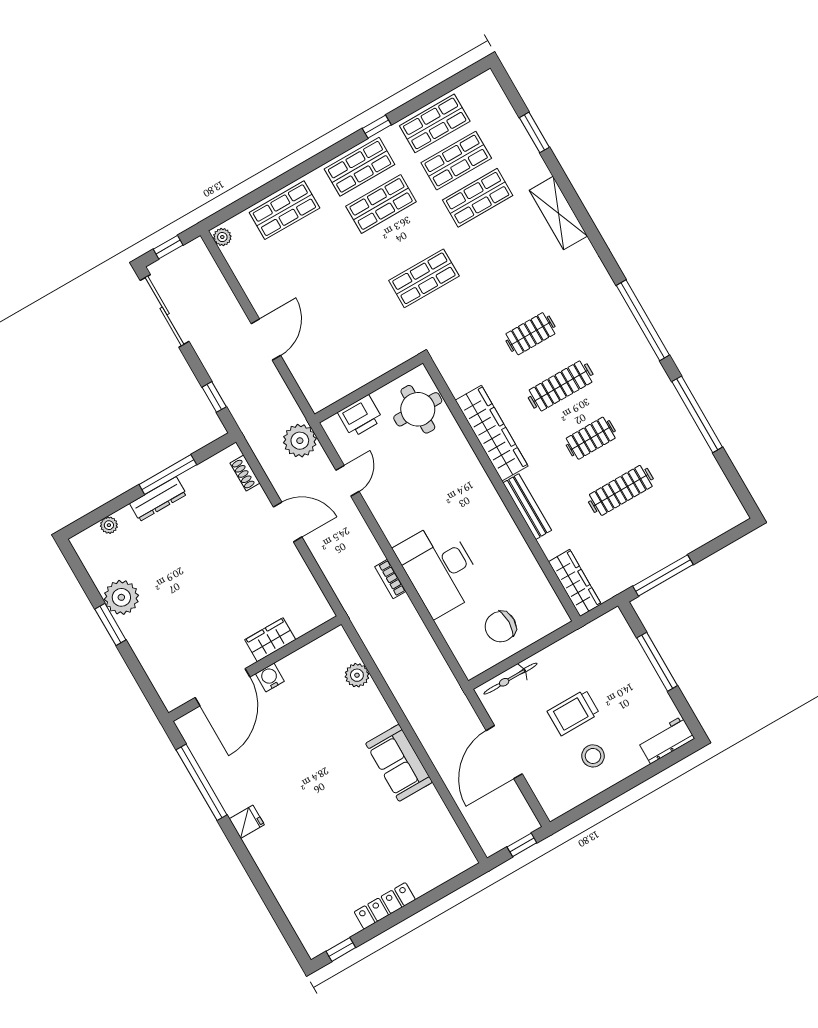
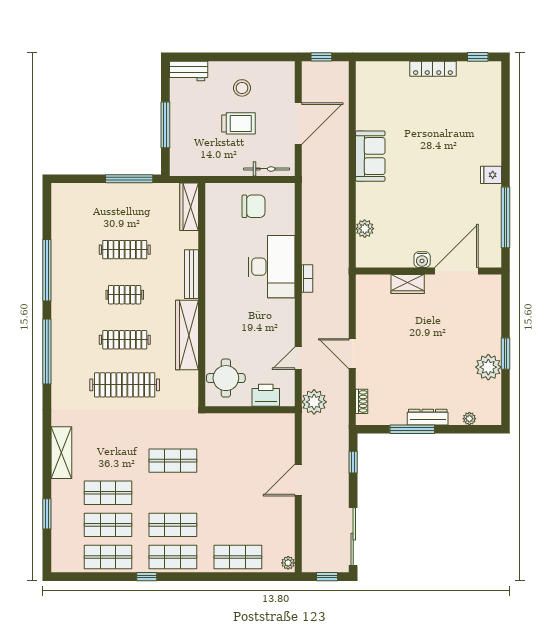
clothes rail: (530, 334) -> (125, 385), width x1.86, depth x1.31

